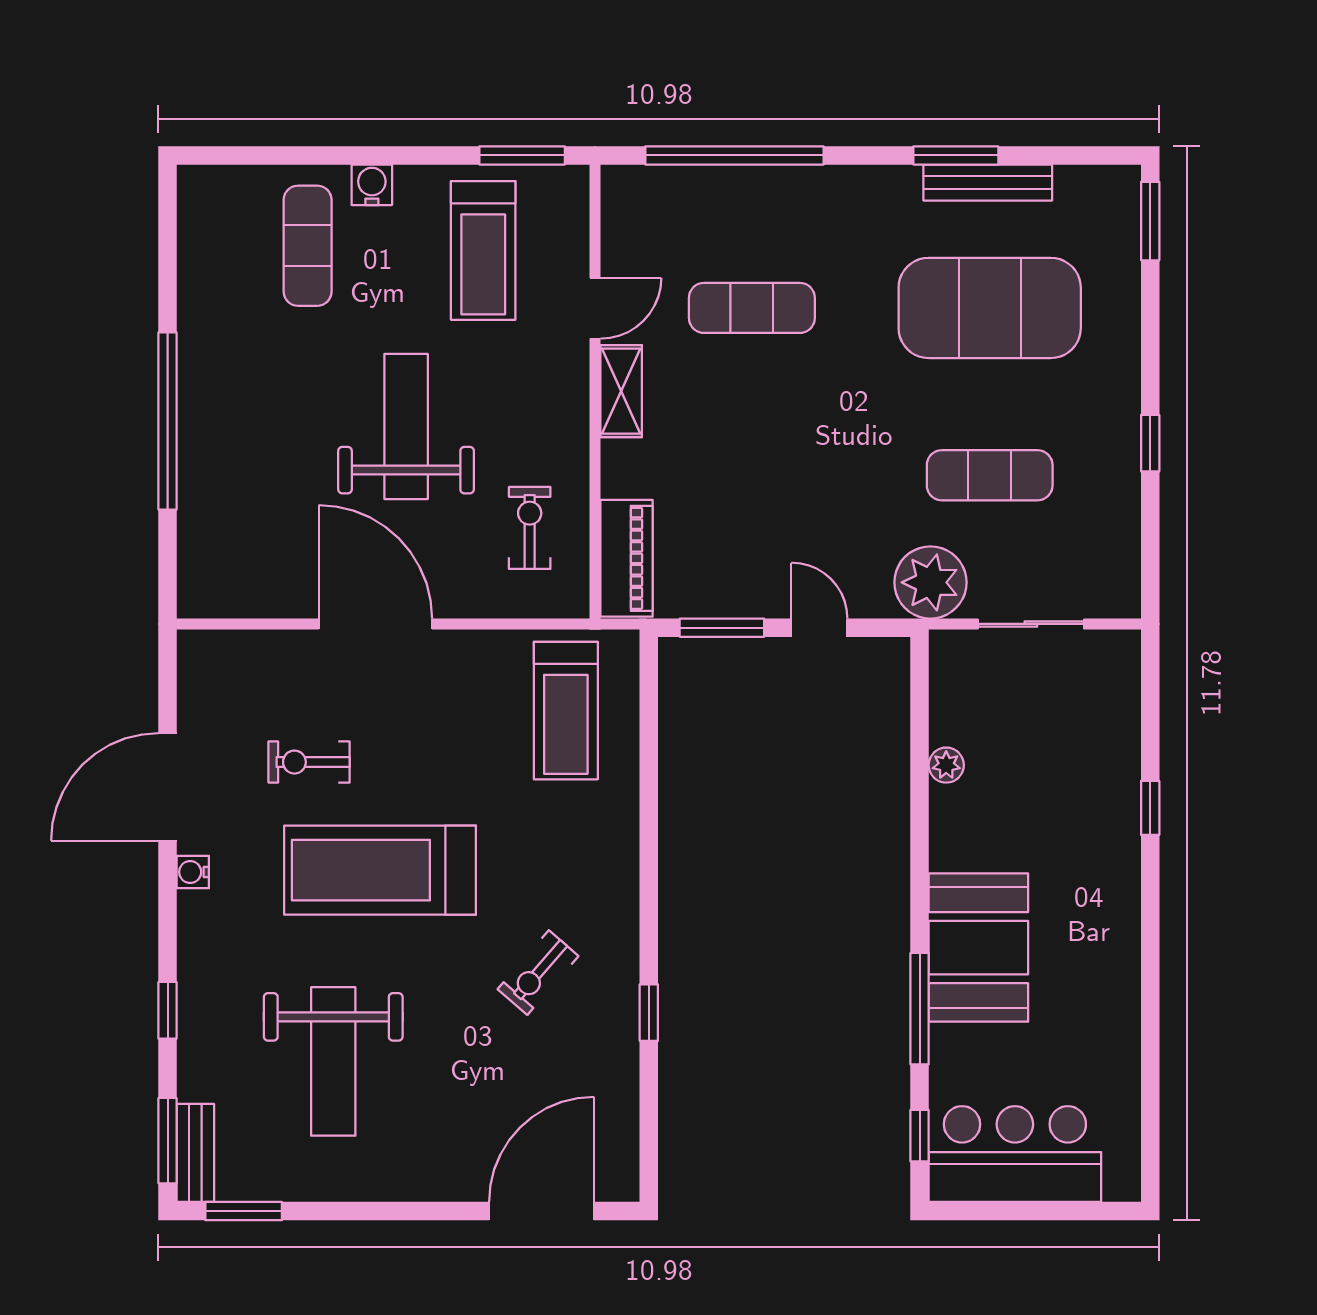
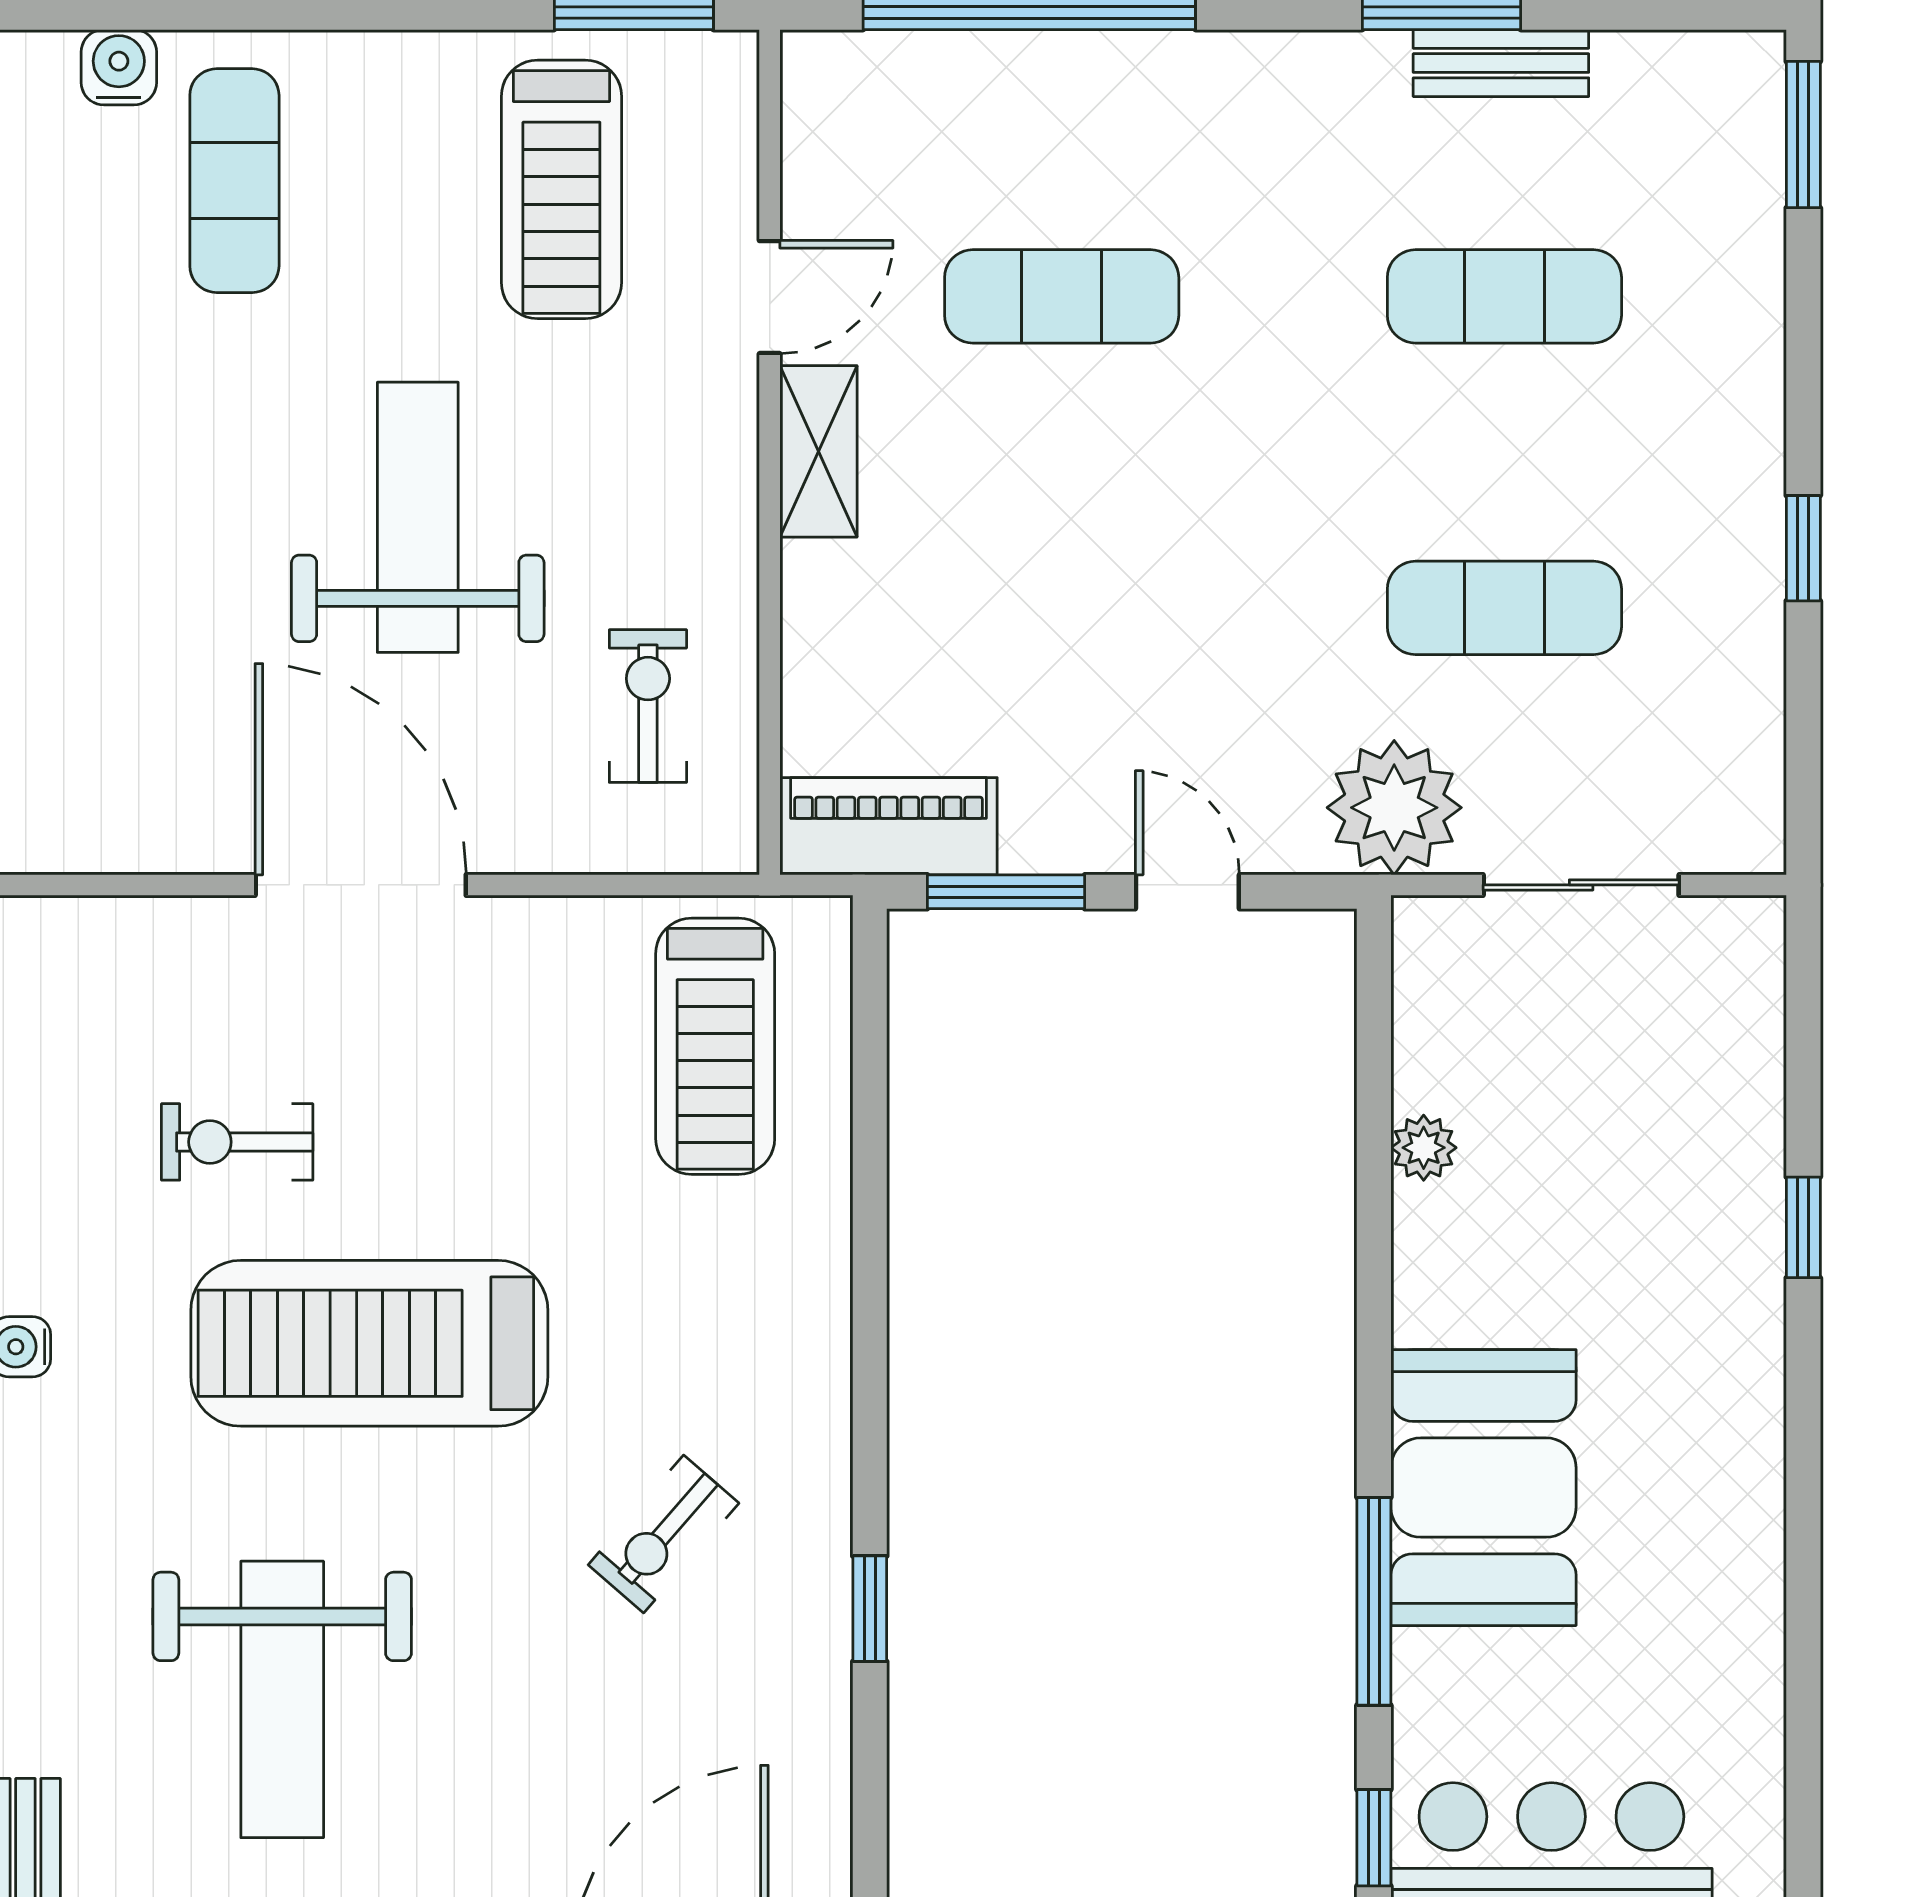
bench: (988, 183) -> (1501, 63), width x0.73
water cooler: (372, 185) -> (119, 67), moved
exercise mat: (990, 308) -> (1504, 296), width x0.50, depth x0.69
piano: (627, 558) -> (888, 826), moved, turned -90

